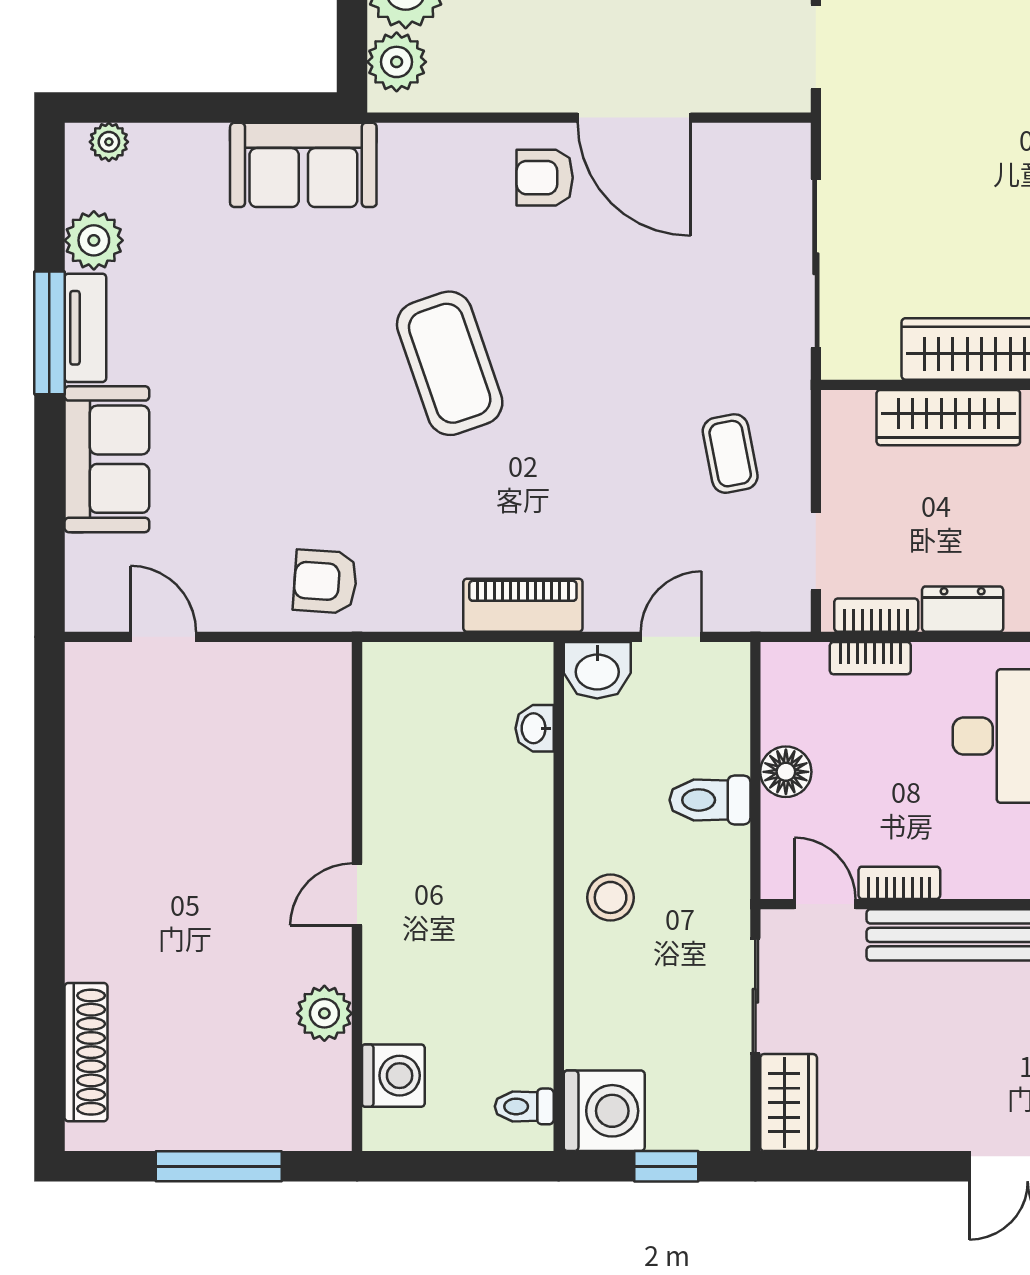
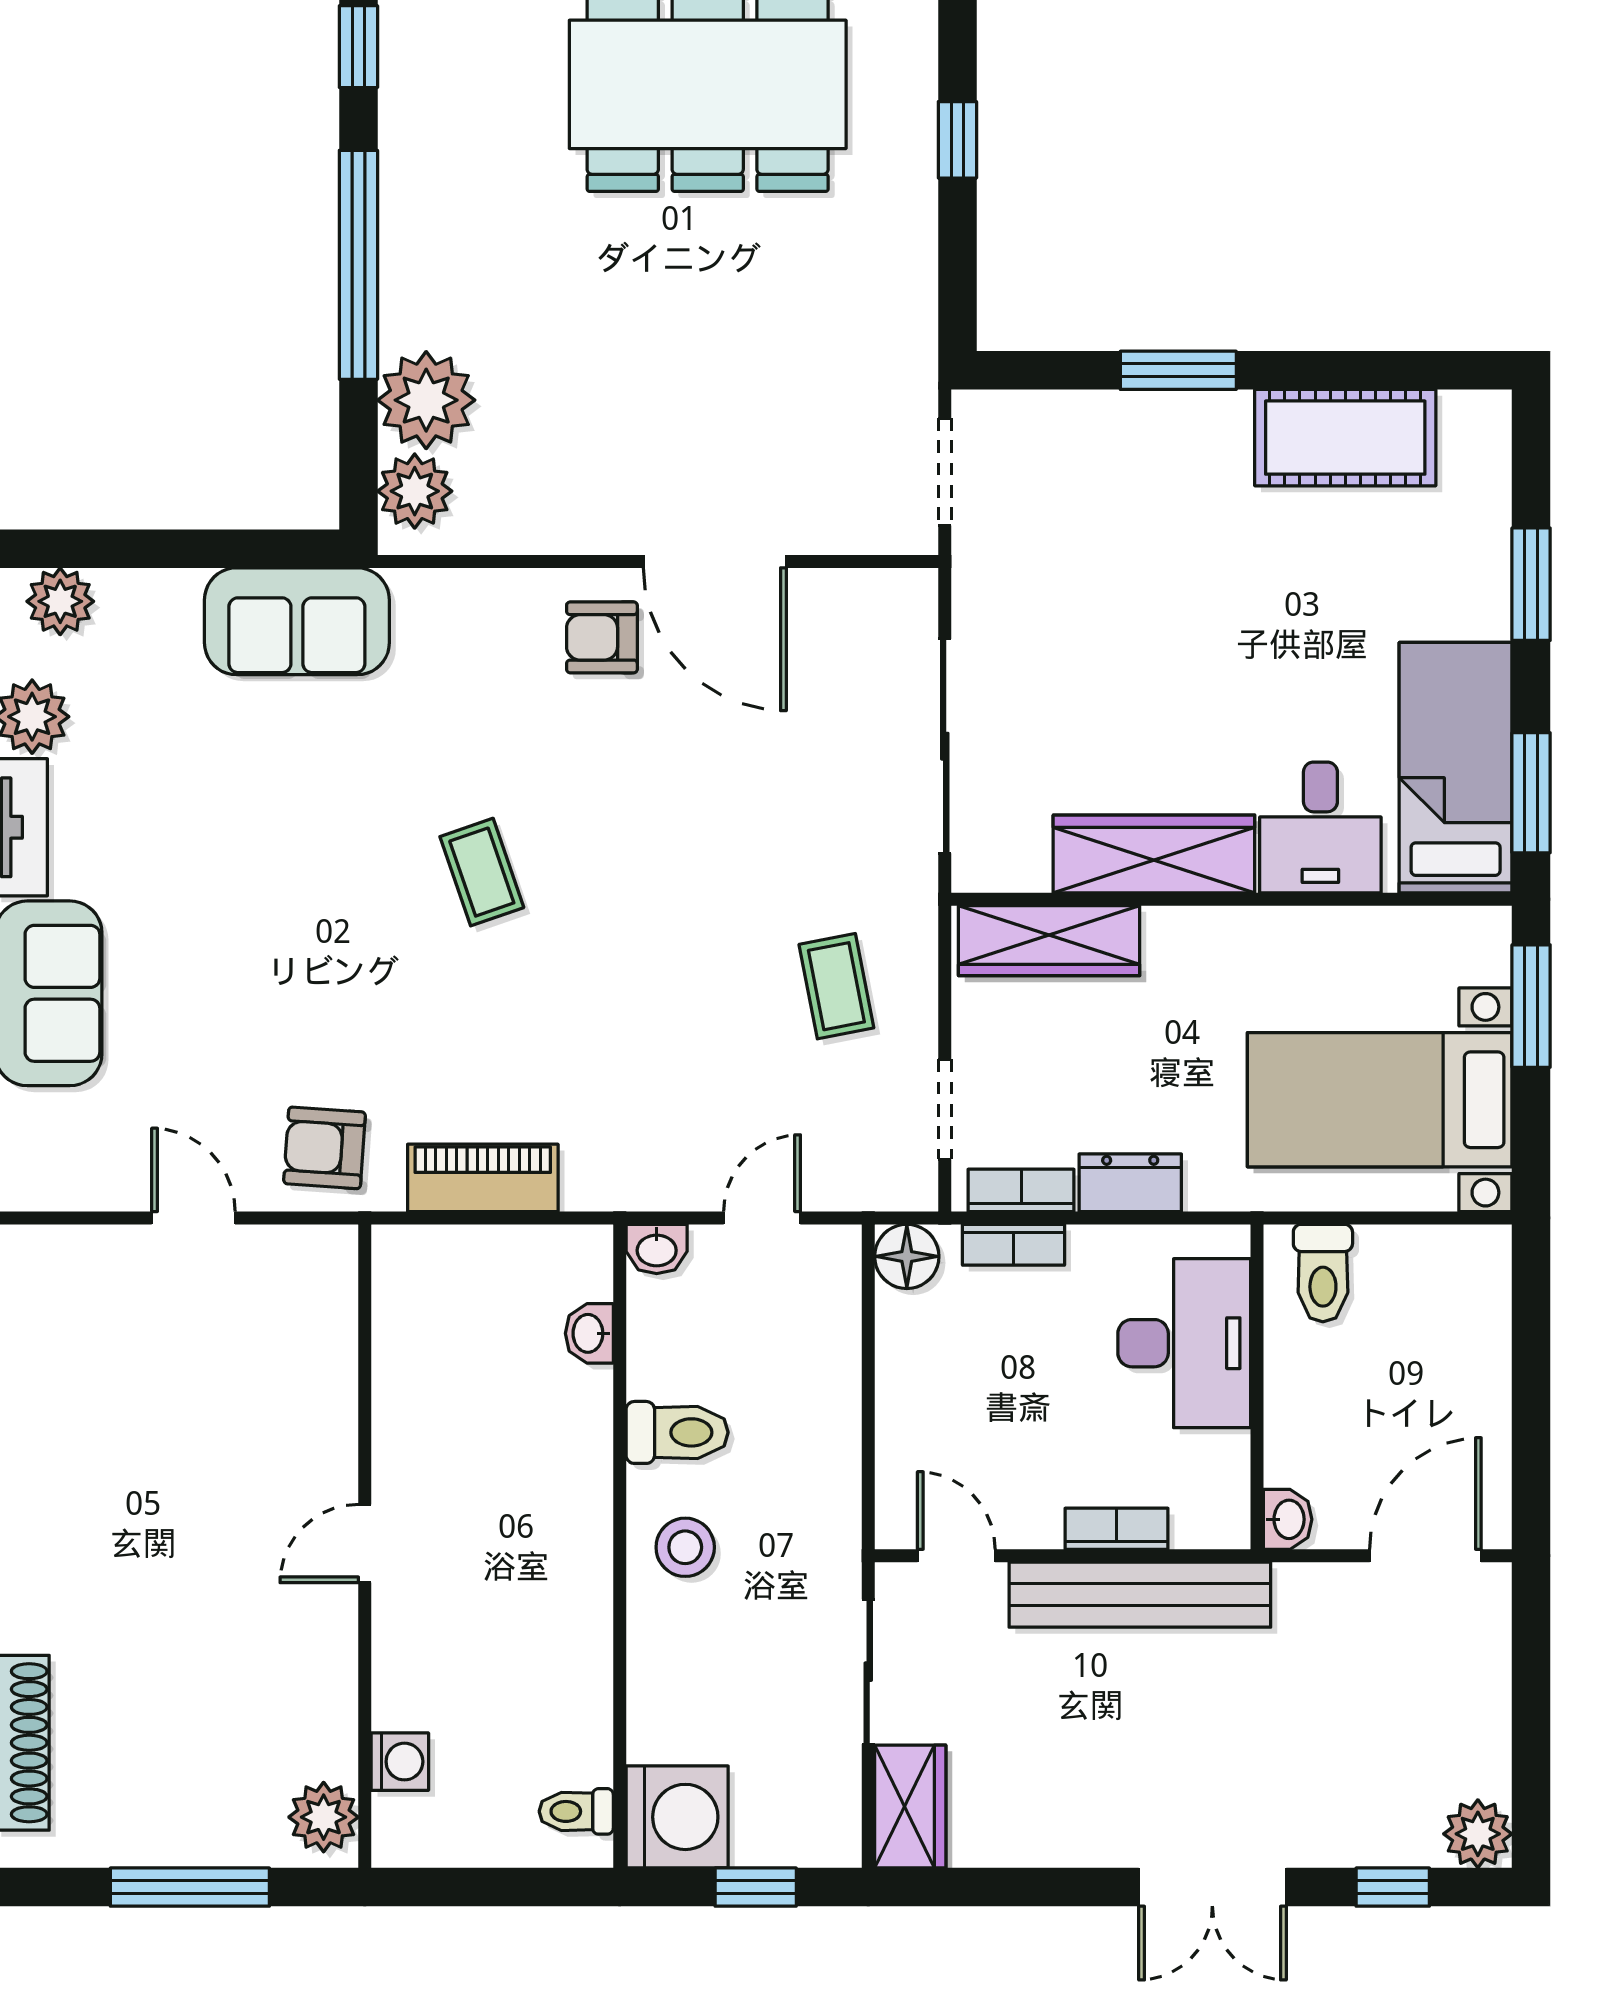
plant: (109, 142) -> (60, 601), width x1.38, depth x1.38
coffee table: (450, 363) -> (482, 872), width x0.54, depth x0.58
wardrobe: (948, 418) -> (1049, 941), moved
piano: (523, 605) -> (483, 1178), moved
door: (163, 637) -> (193, 1218), moved
washbasin: (597, 670) -> (657, 1249), width x0.72, depth x0.69
floor lamp: (786, 772) -> (907, 1256), moved
toilet: (710, 800) -> (677, 1432), moved, turned 180
bookcase: (899, 883) -> (1116, 1529), moved
plant: (324, 1013) -> (324, 1817), moved
washing machine: (393, 1076) -> (400, 1762), width x0.73, depth x0.73

